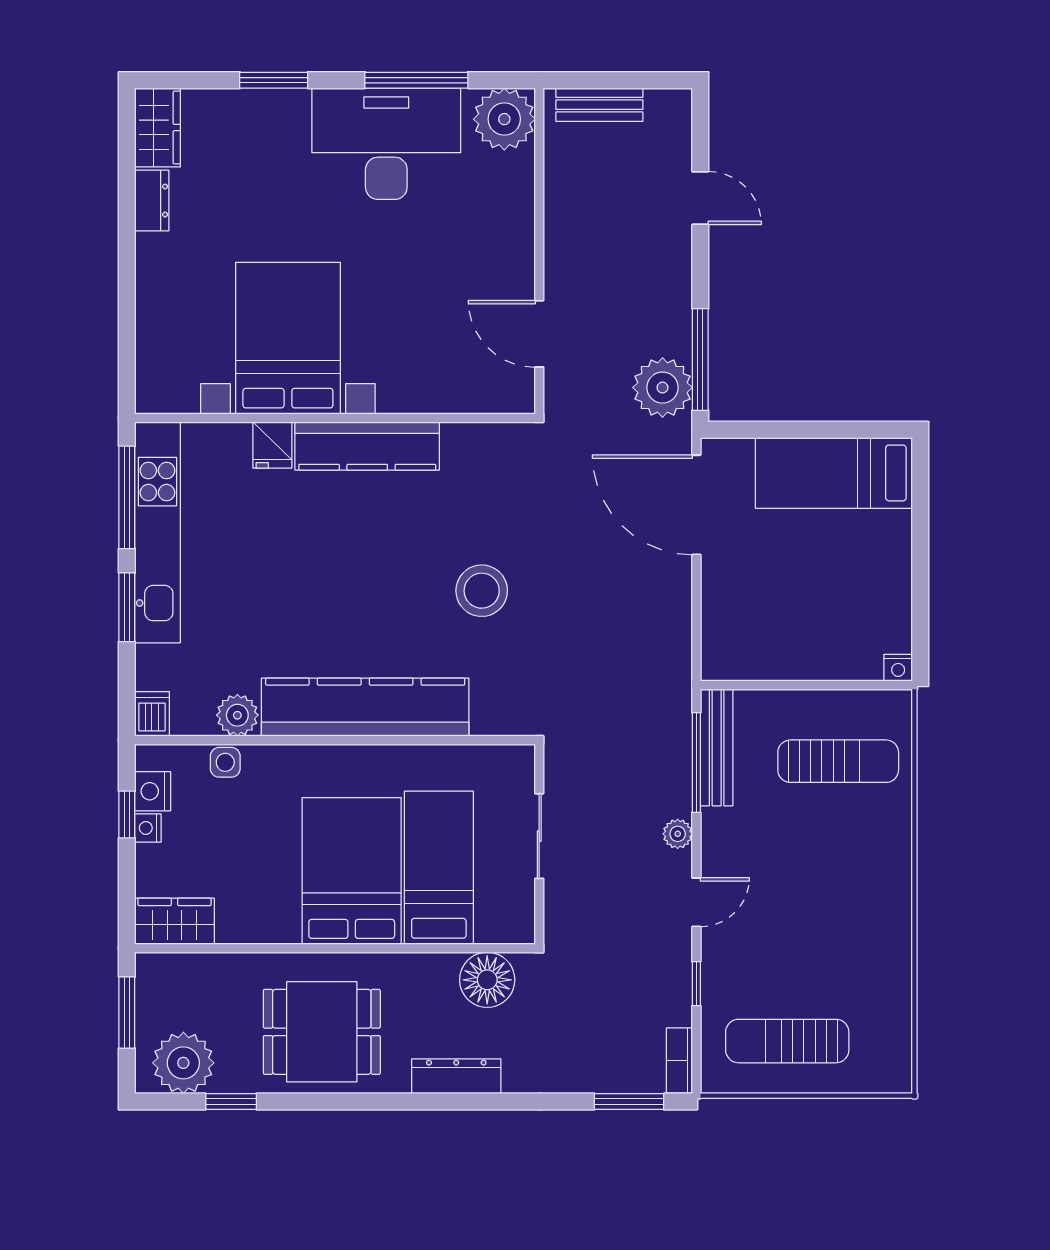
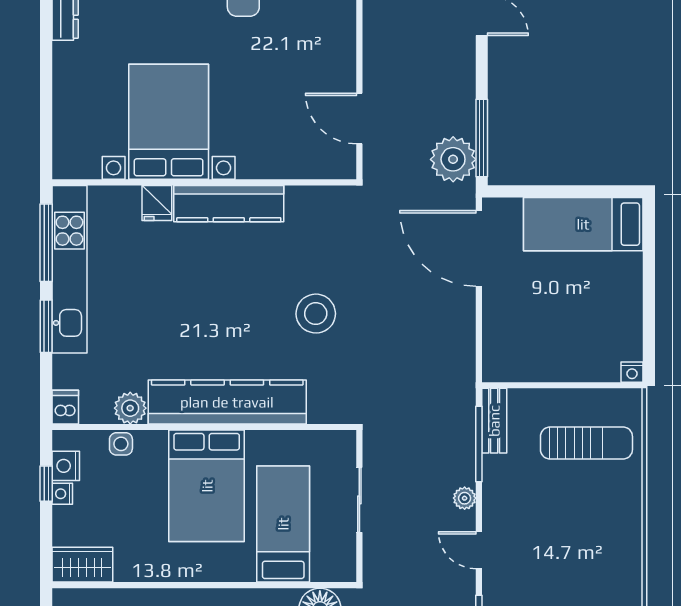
bench: (717, 747) -> (494, 421), width x0.73
bed: (352, 871) -> (207, 486), moved, turned 180
door: (696, 902) -> (479, 550), swing flipped

